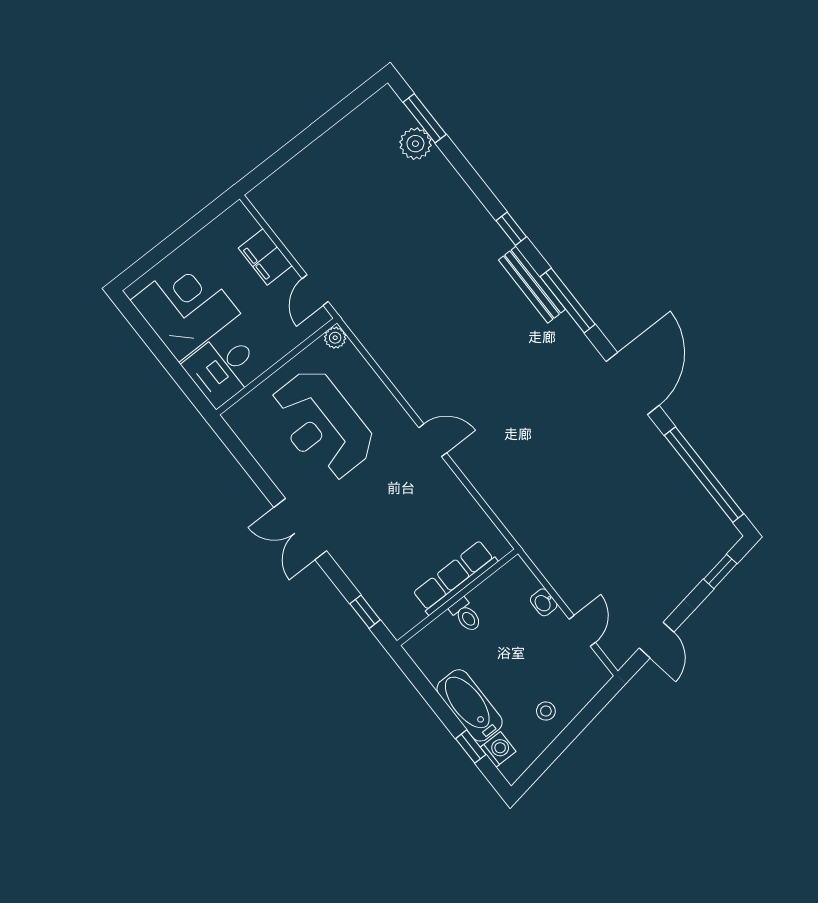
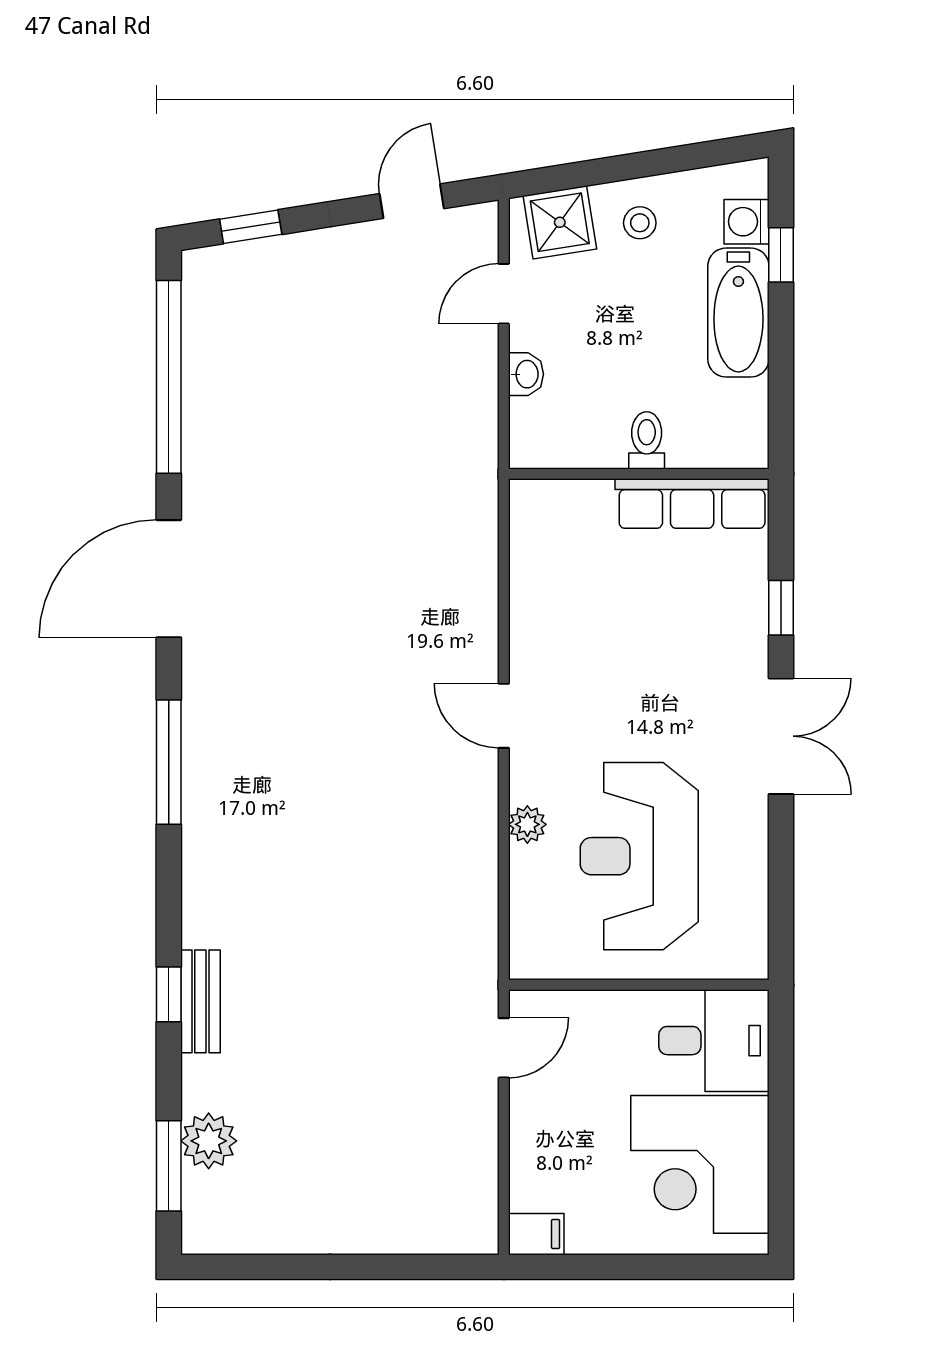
window: (511, 229) -> (169, 994), moved
filing cabinet: (265, 257) -> (536, 1234), moved, width x0.50
bench: (532, 285) -> (200, 1001), moved, width x0.73
plant: (335, 338) -> (527, 824), moved
reception desk: (322, 425) -> (639, 856), turned 180
row of seats: (455, 577) -> (692, 504), moved
window: (365, 612) -> (781, 608), moved
shower: (582, 683) -> (560, 222), added

